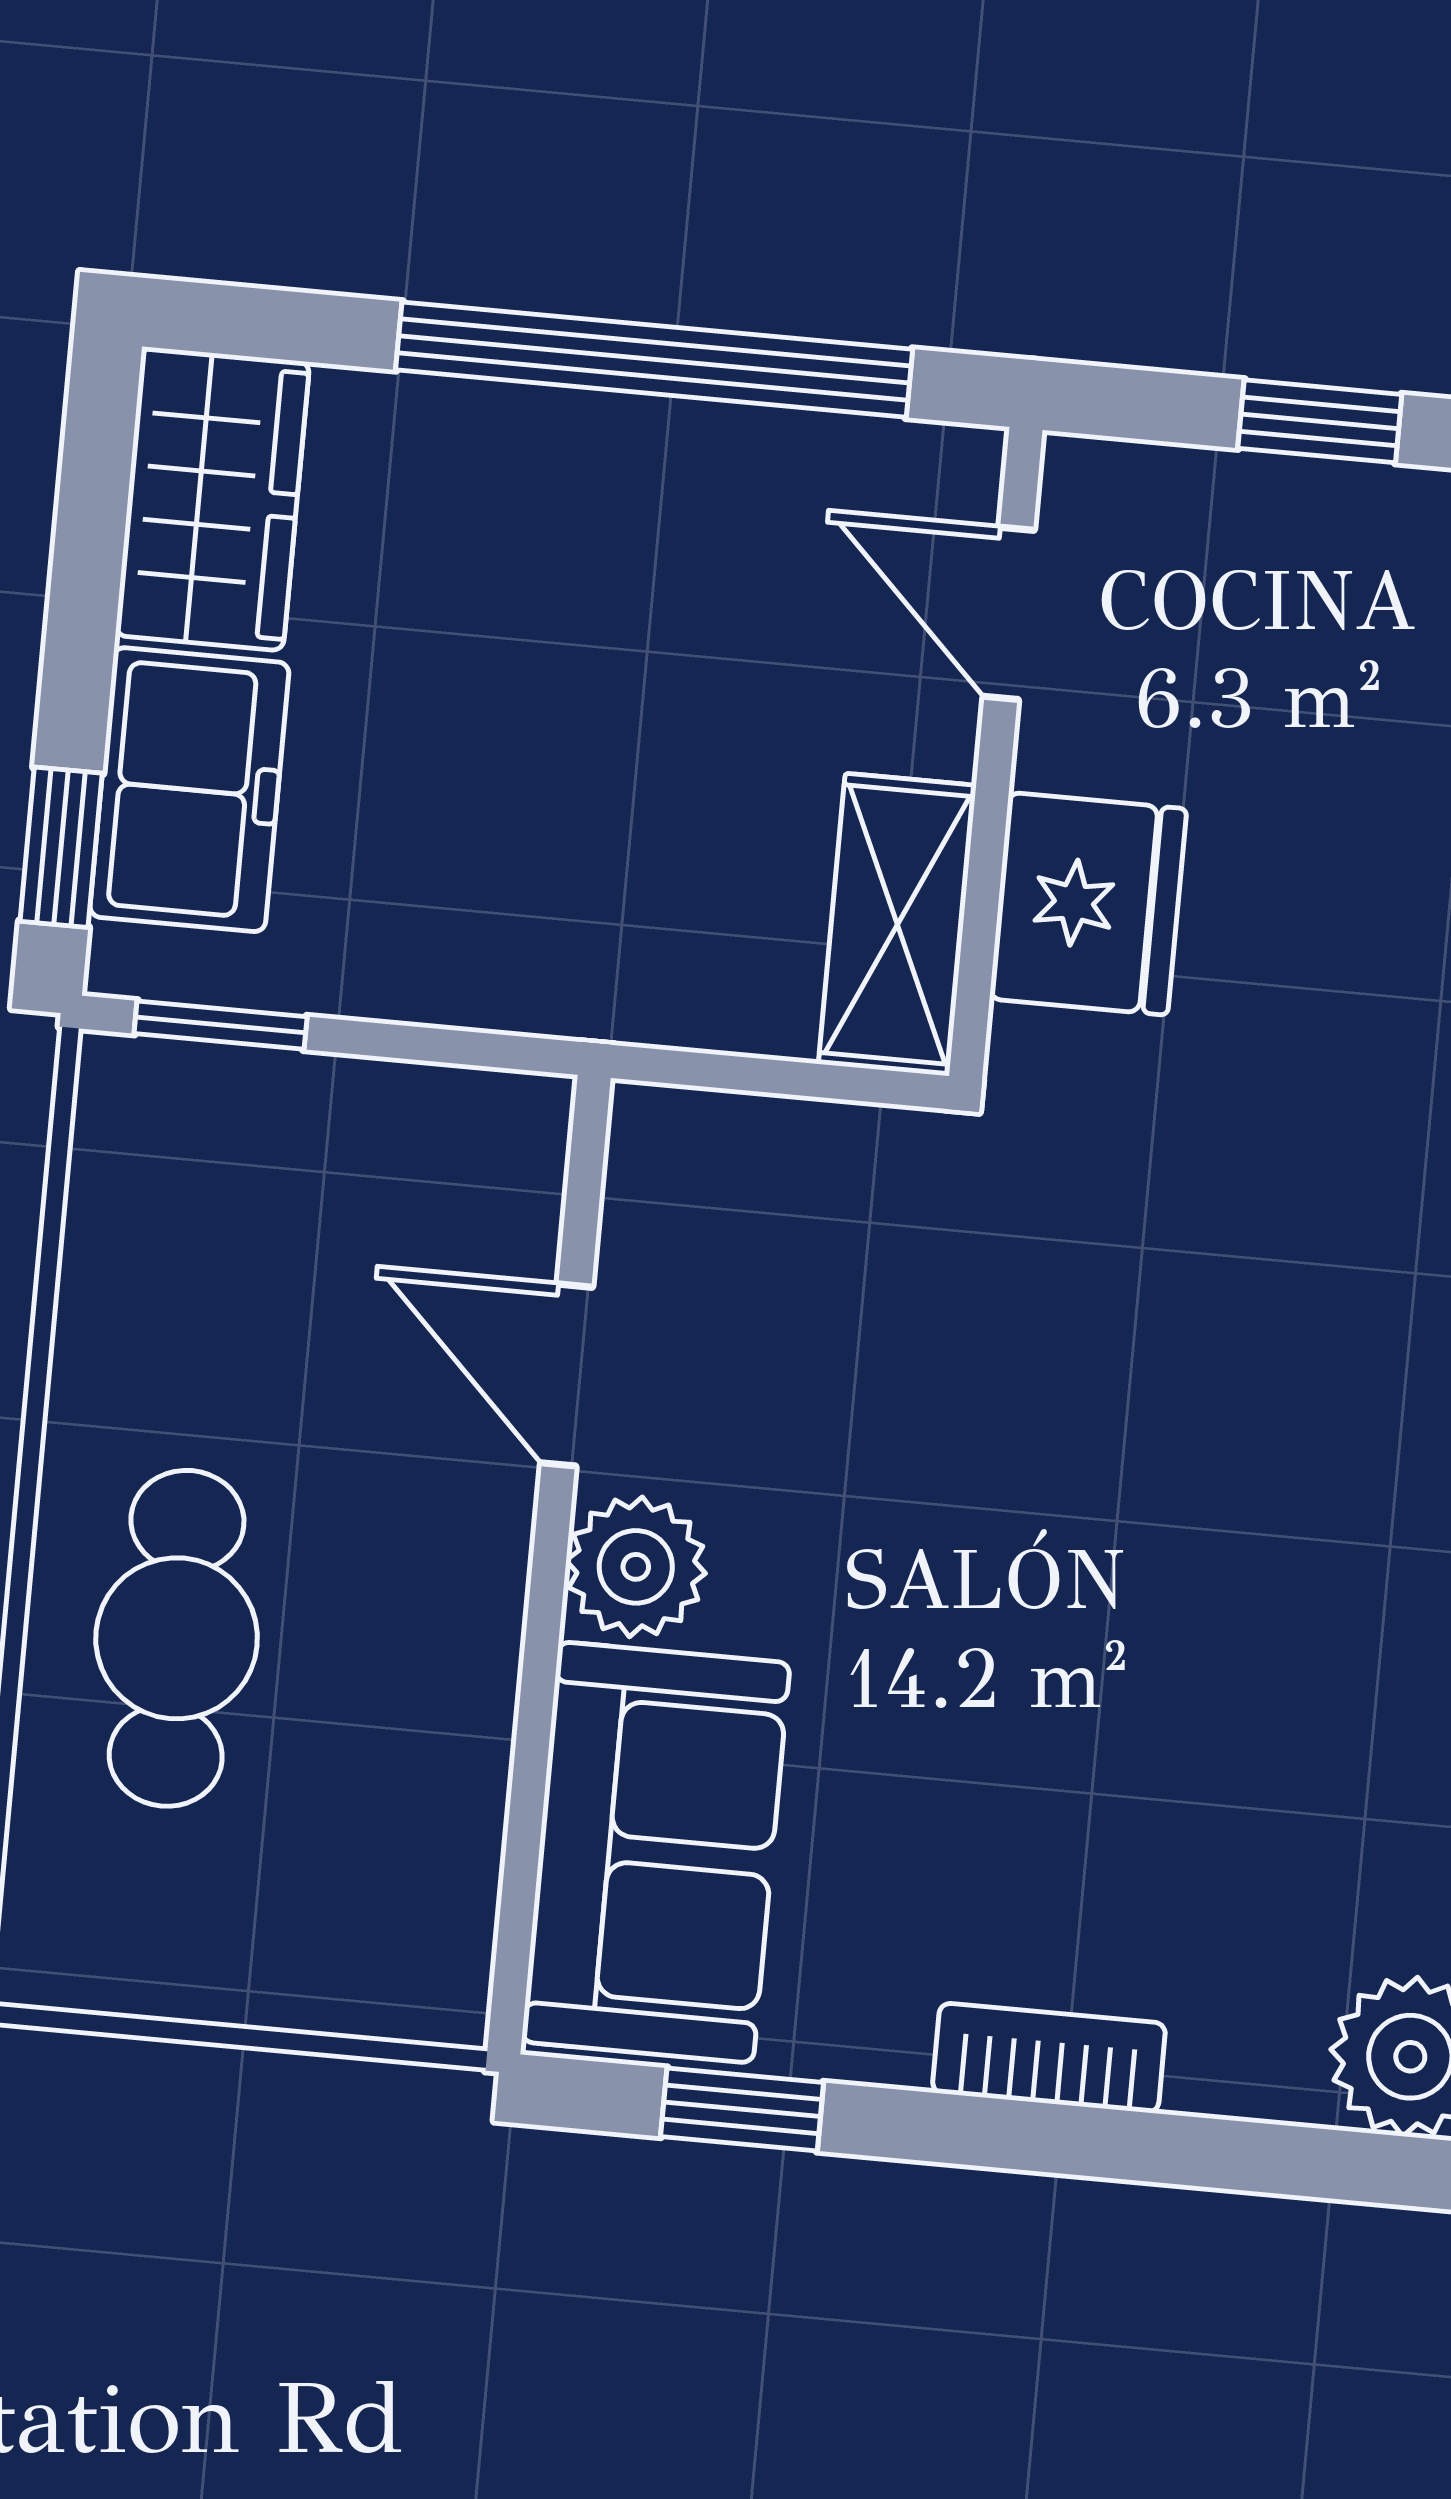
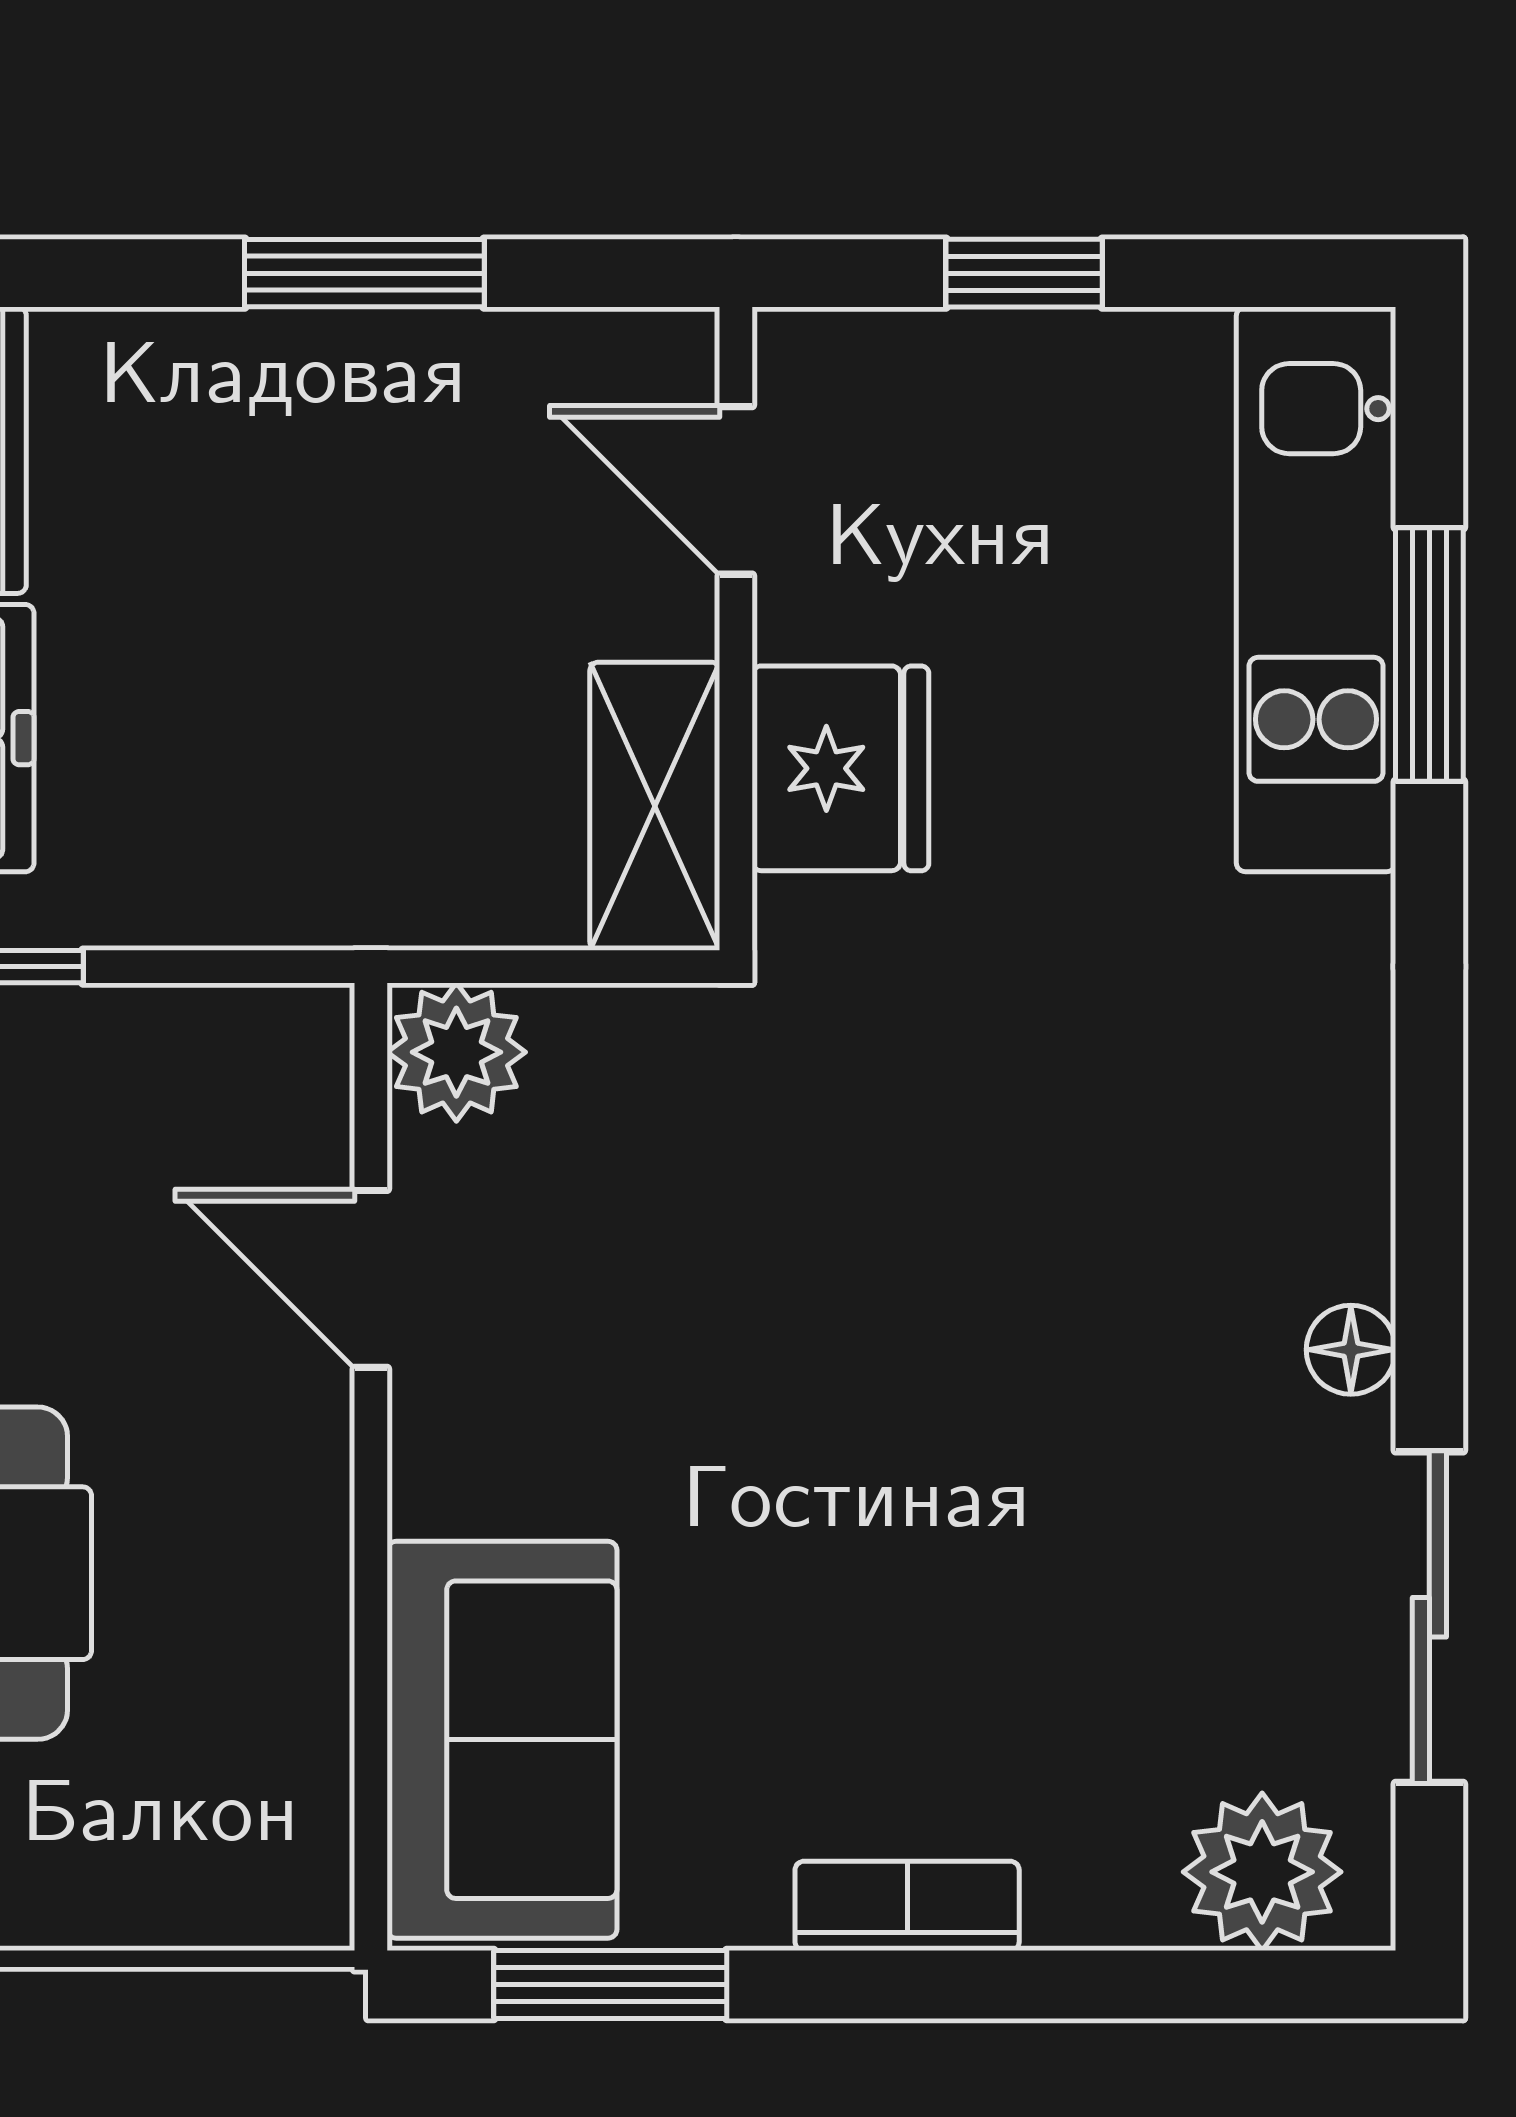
window: (654, 360) -> (364, 273), width x0.47
plant: (636, 1567) -> (456, 1052), moved
window: (742, 2109) -> (610, 1984), width x1.50

